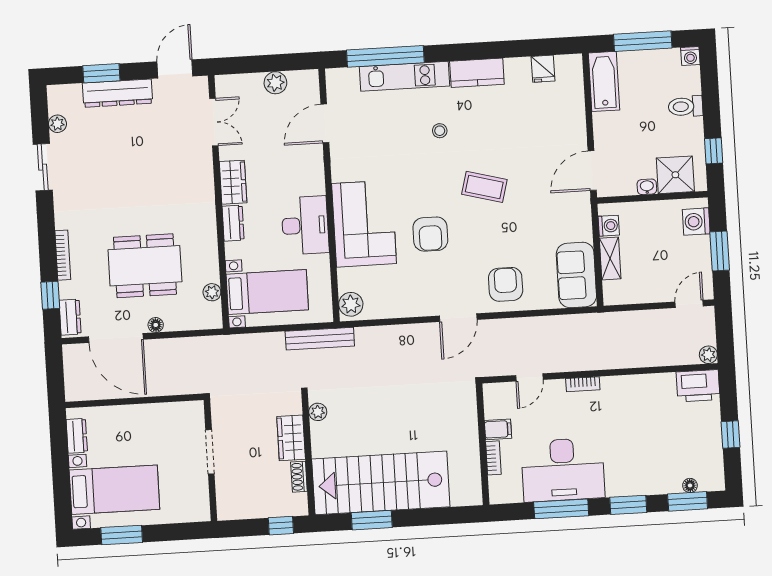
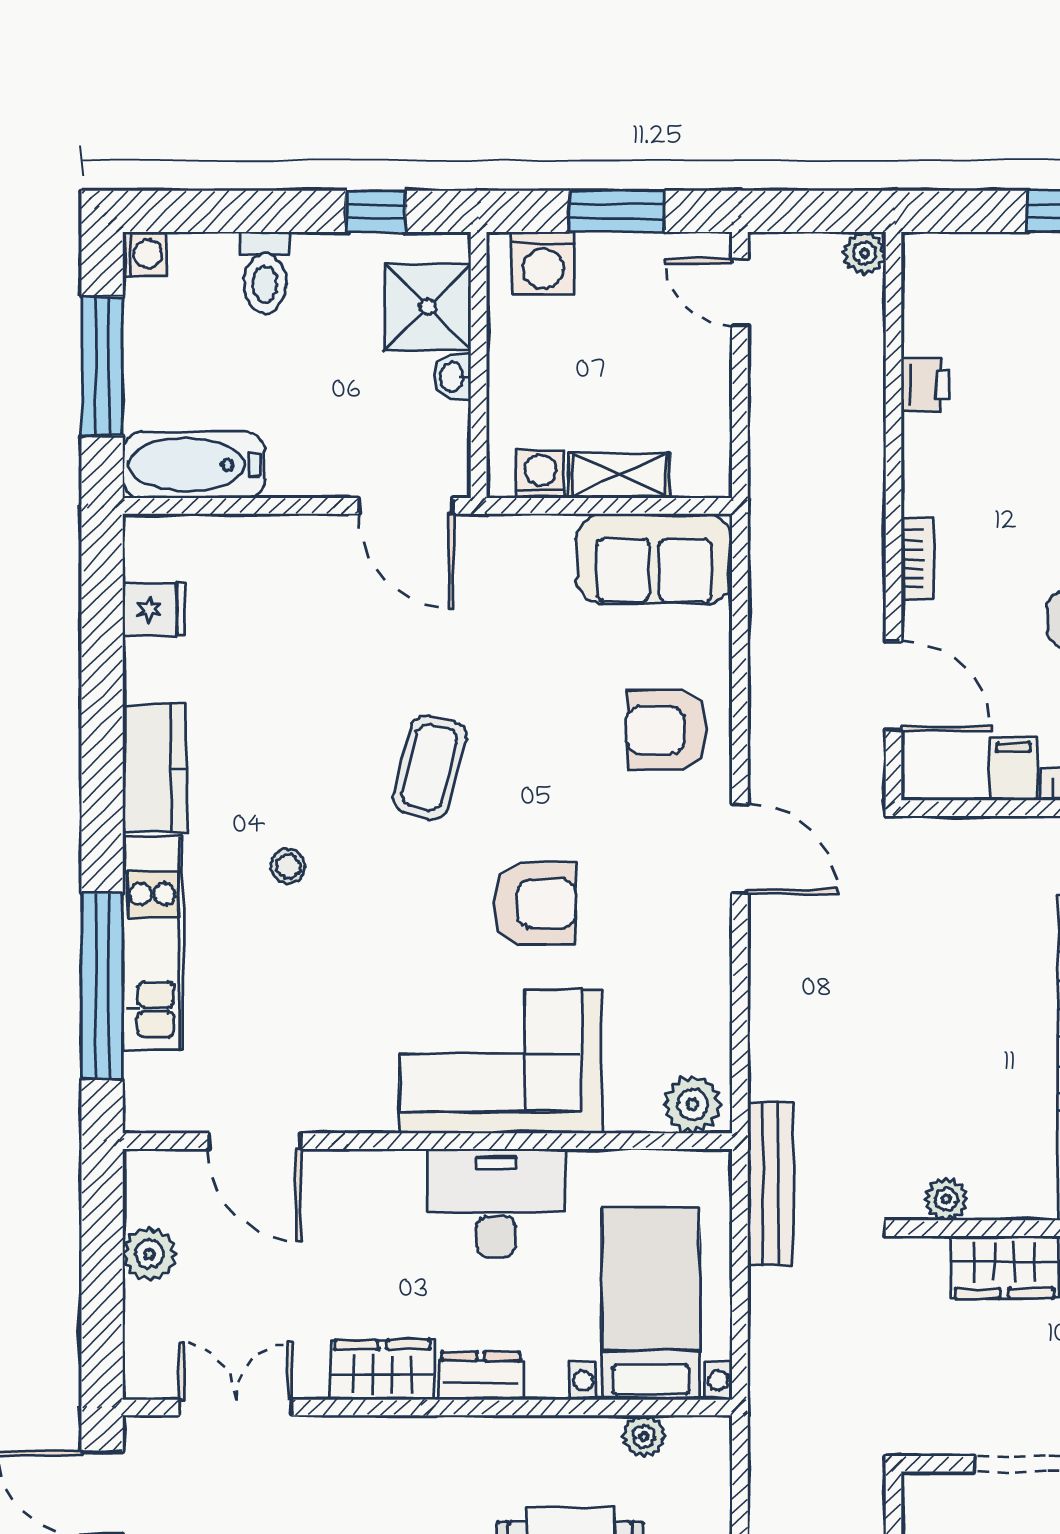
door: (529, 377) -> (894, 686), width x1.38
printer: (698, 386) -> (926, 385), moved, width x0.53, depth x0.68

